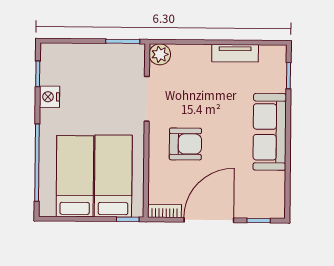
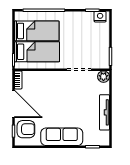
tv unit: (235, 53) -> (104, 112), width x1.41
nightstand: (50, 97) -> (100, 17), moved
armchair: (185, 144) -> (26, 129), moved, turned -90

